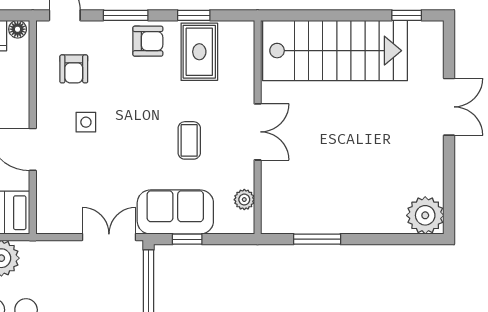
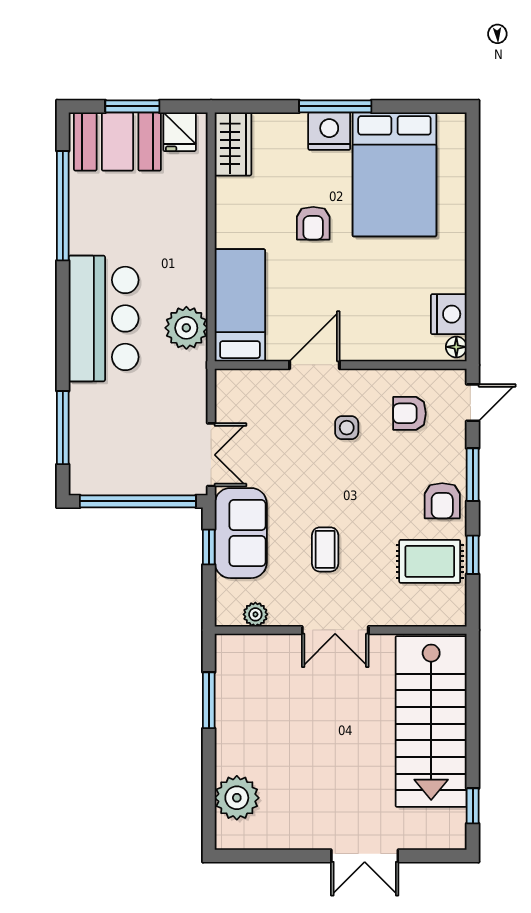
coffee table: (189, 140) -> (325, 549), turned 90
plant: (425, 215) -> (237, 798), moved

